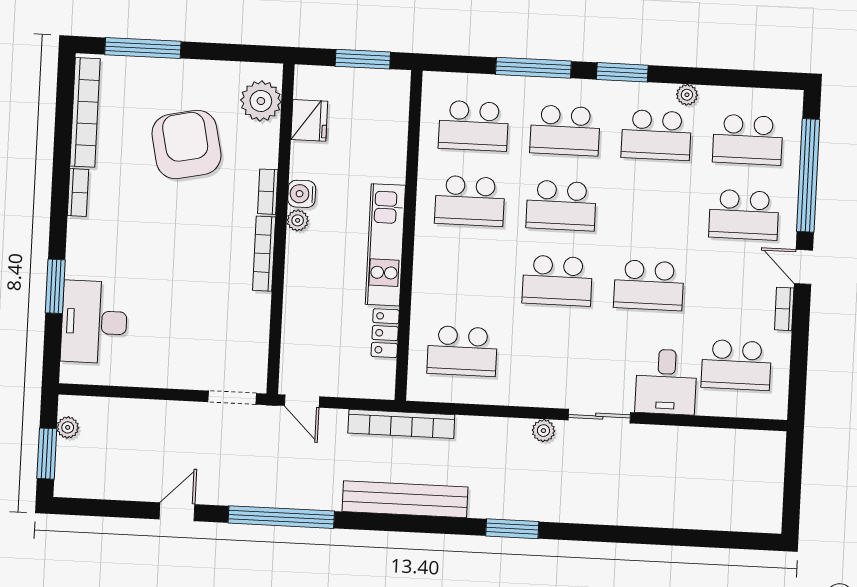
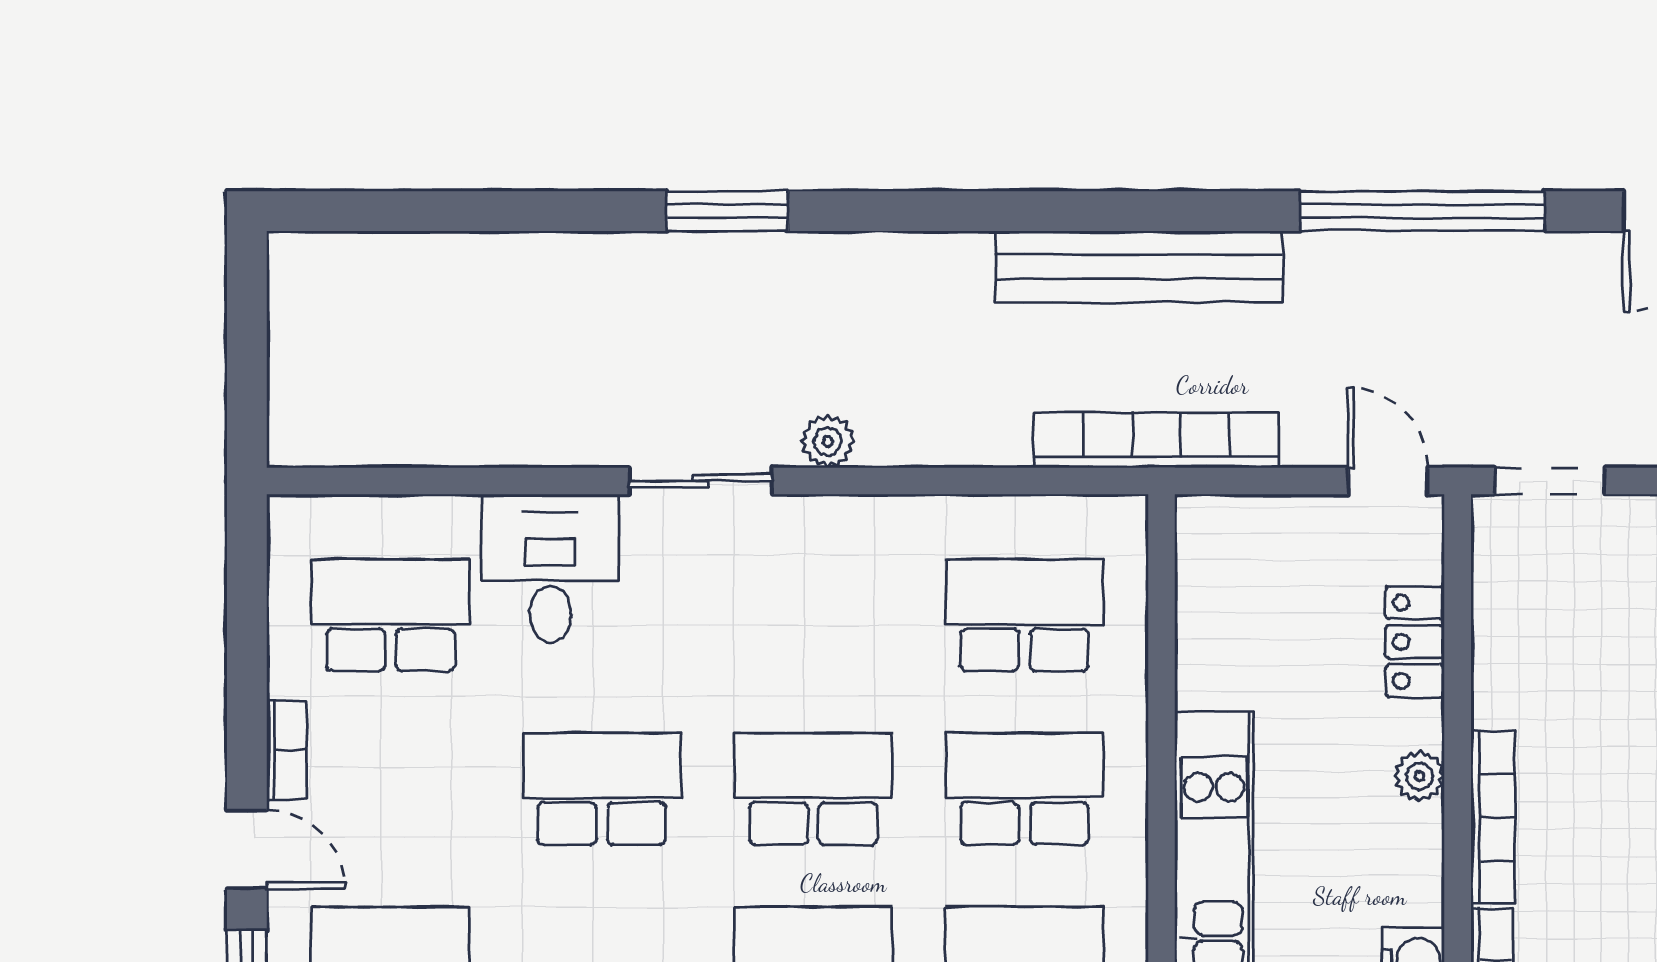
plant: (298, 220) -> (1419, 776), moved
school desk: (466, 276) -> (1025, 789), added
locker: (385, 333) -> (1415, 642), moved, turned 180
window: (512, 529) -> (727, 211), moved

